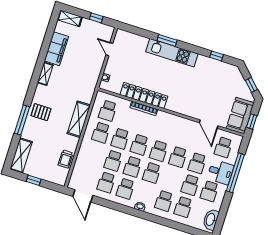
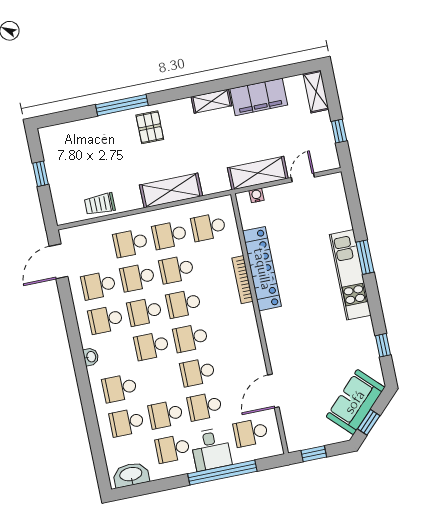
sofa: (240, 116) -> (355, 402), moved, turned -45
school desk: (94, 154) -> (130, 243), added
shelving: (21, 156) -> (258, 173), moved

